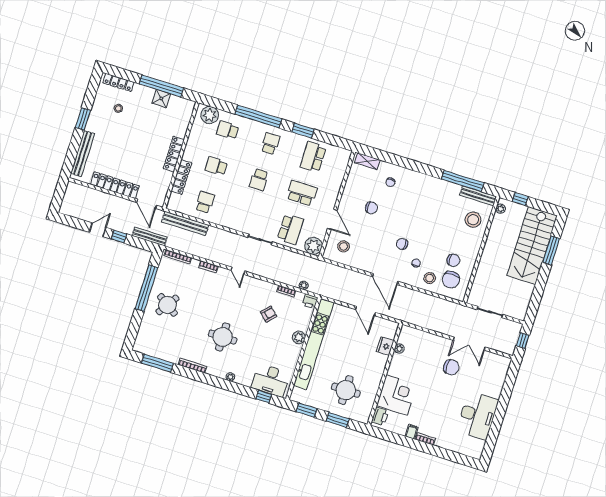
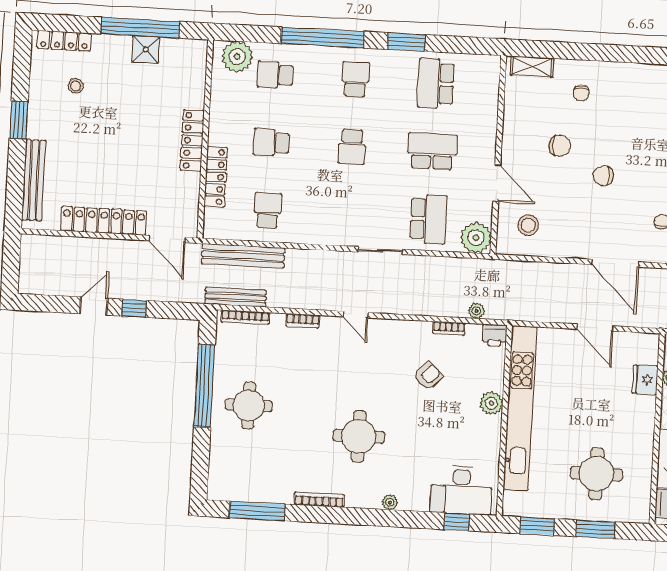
bench: (150, 236) -> (235, 297), moved
chair: (402, 244) -> (603, 176), moved
round table: (167, 305) -> (249, 405), turned -34

